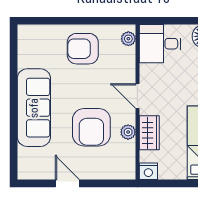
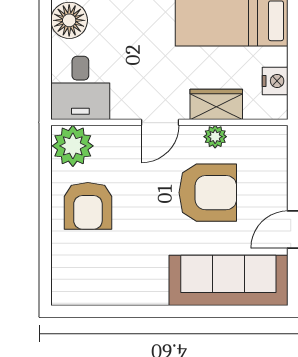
plant: (128, 39) -> (73, 146), width x1.88, depth x1.88
sofa: (34, 108) -> (228, 280), moved
nightstand: (148, 171) -> (275, 81), moved

